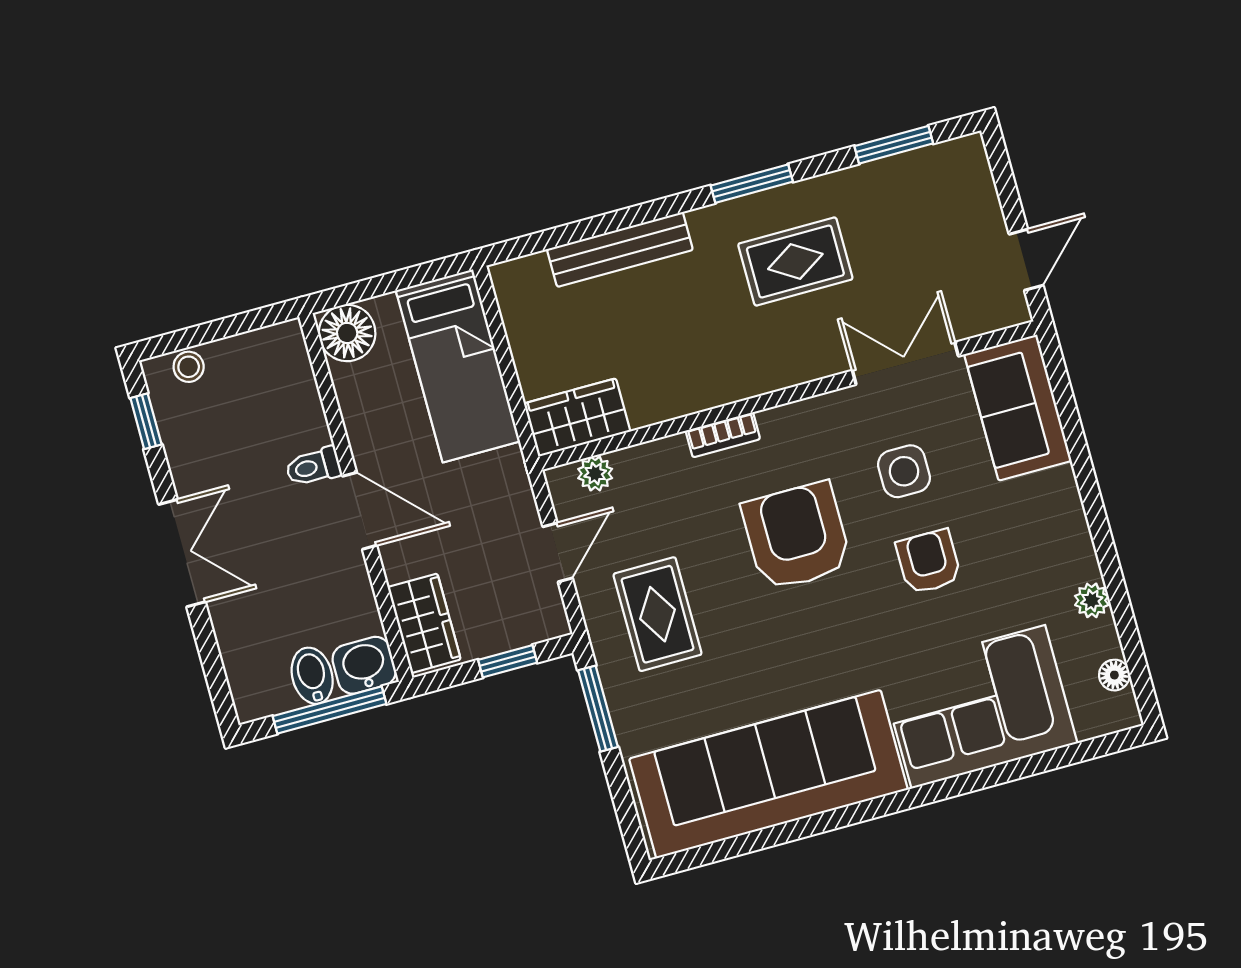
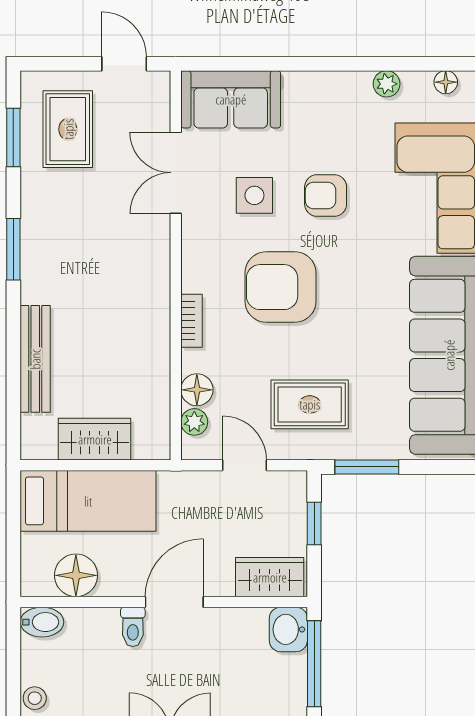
rug: (795, 261) -> (68, 129), moved
floor lamp: (347, 333) -> (76, 575), moved
wardrobe: (577, 417) -> (95, 439), moved, turned 90
floor lamp: (637, 466) -> (197, 390), added
bidet: (312, 676) -> (42, 622), moved, turned 180

